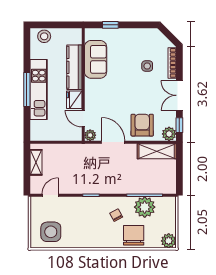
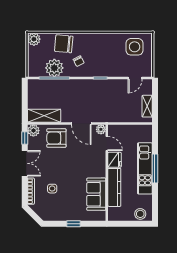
window: (110, 25) -> (74, 224), moved
armchair: (142, 125) -> (56, 138), turned 90
chair: (134, 235) -> (64, 44), turned 95

